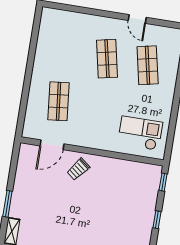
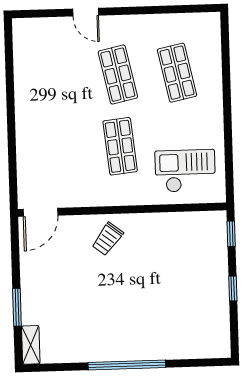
door: (137, 19) -> (86, 12), moved
shop shelf: (58, 101) -> (120, 146), moved
door: (52, 145) -> (40, 212), moved

